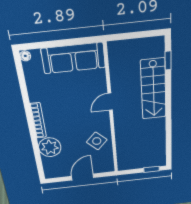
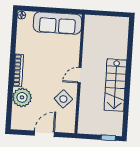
window: (168, 60) -> (131, 38), removed
stairs: (153, 89) -> (115, 85), moved
door: (110, 102) -> (80, 75), moved

